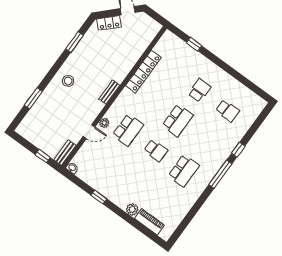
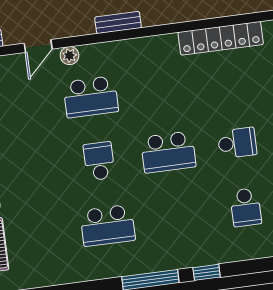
locker: (143, 72) -> (221, 38), moved
door: (89, 132) -> (38, 46), hinge flipped
school desk: (156, 150) -> (99, 161), turned 180

